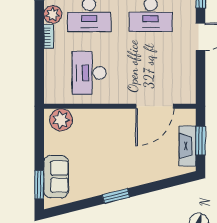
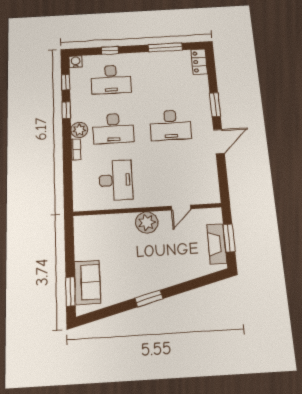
desk: (89, 73) -> (116, 180), turned 180
door: (155, 106) -> (181, 208), width x0.53
plant: (61, 120) -> (147, 222), moved

